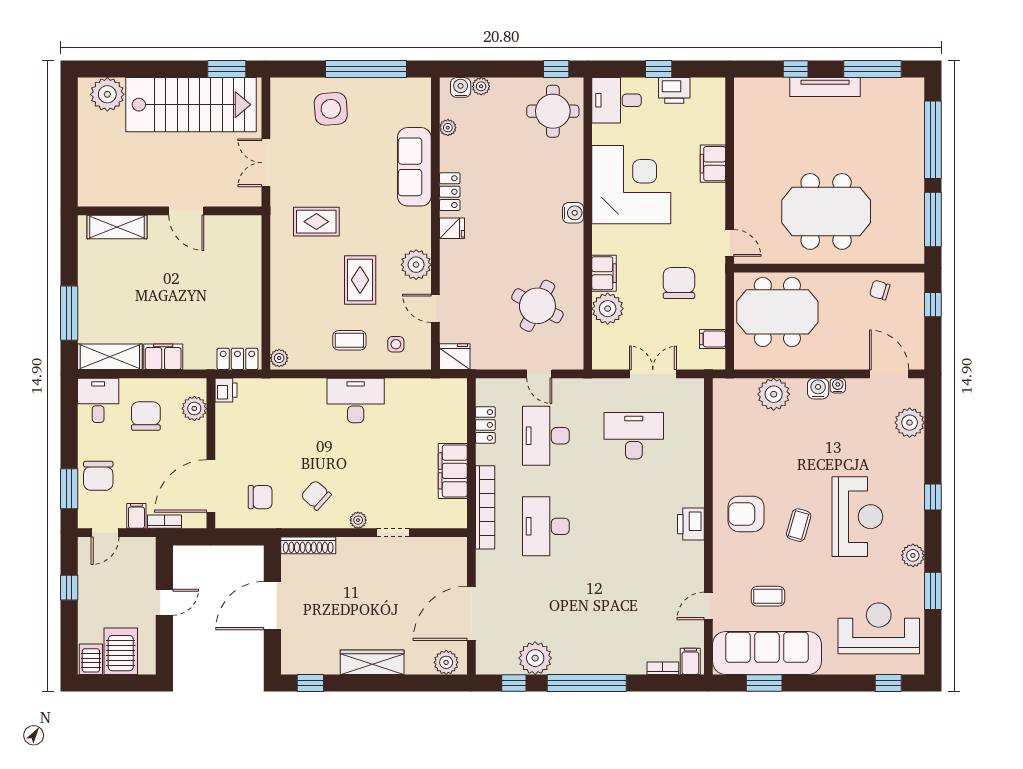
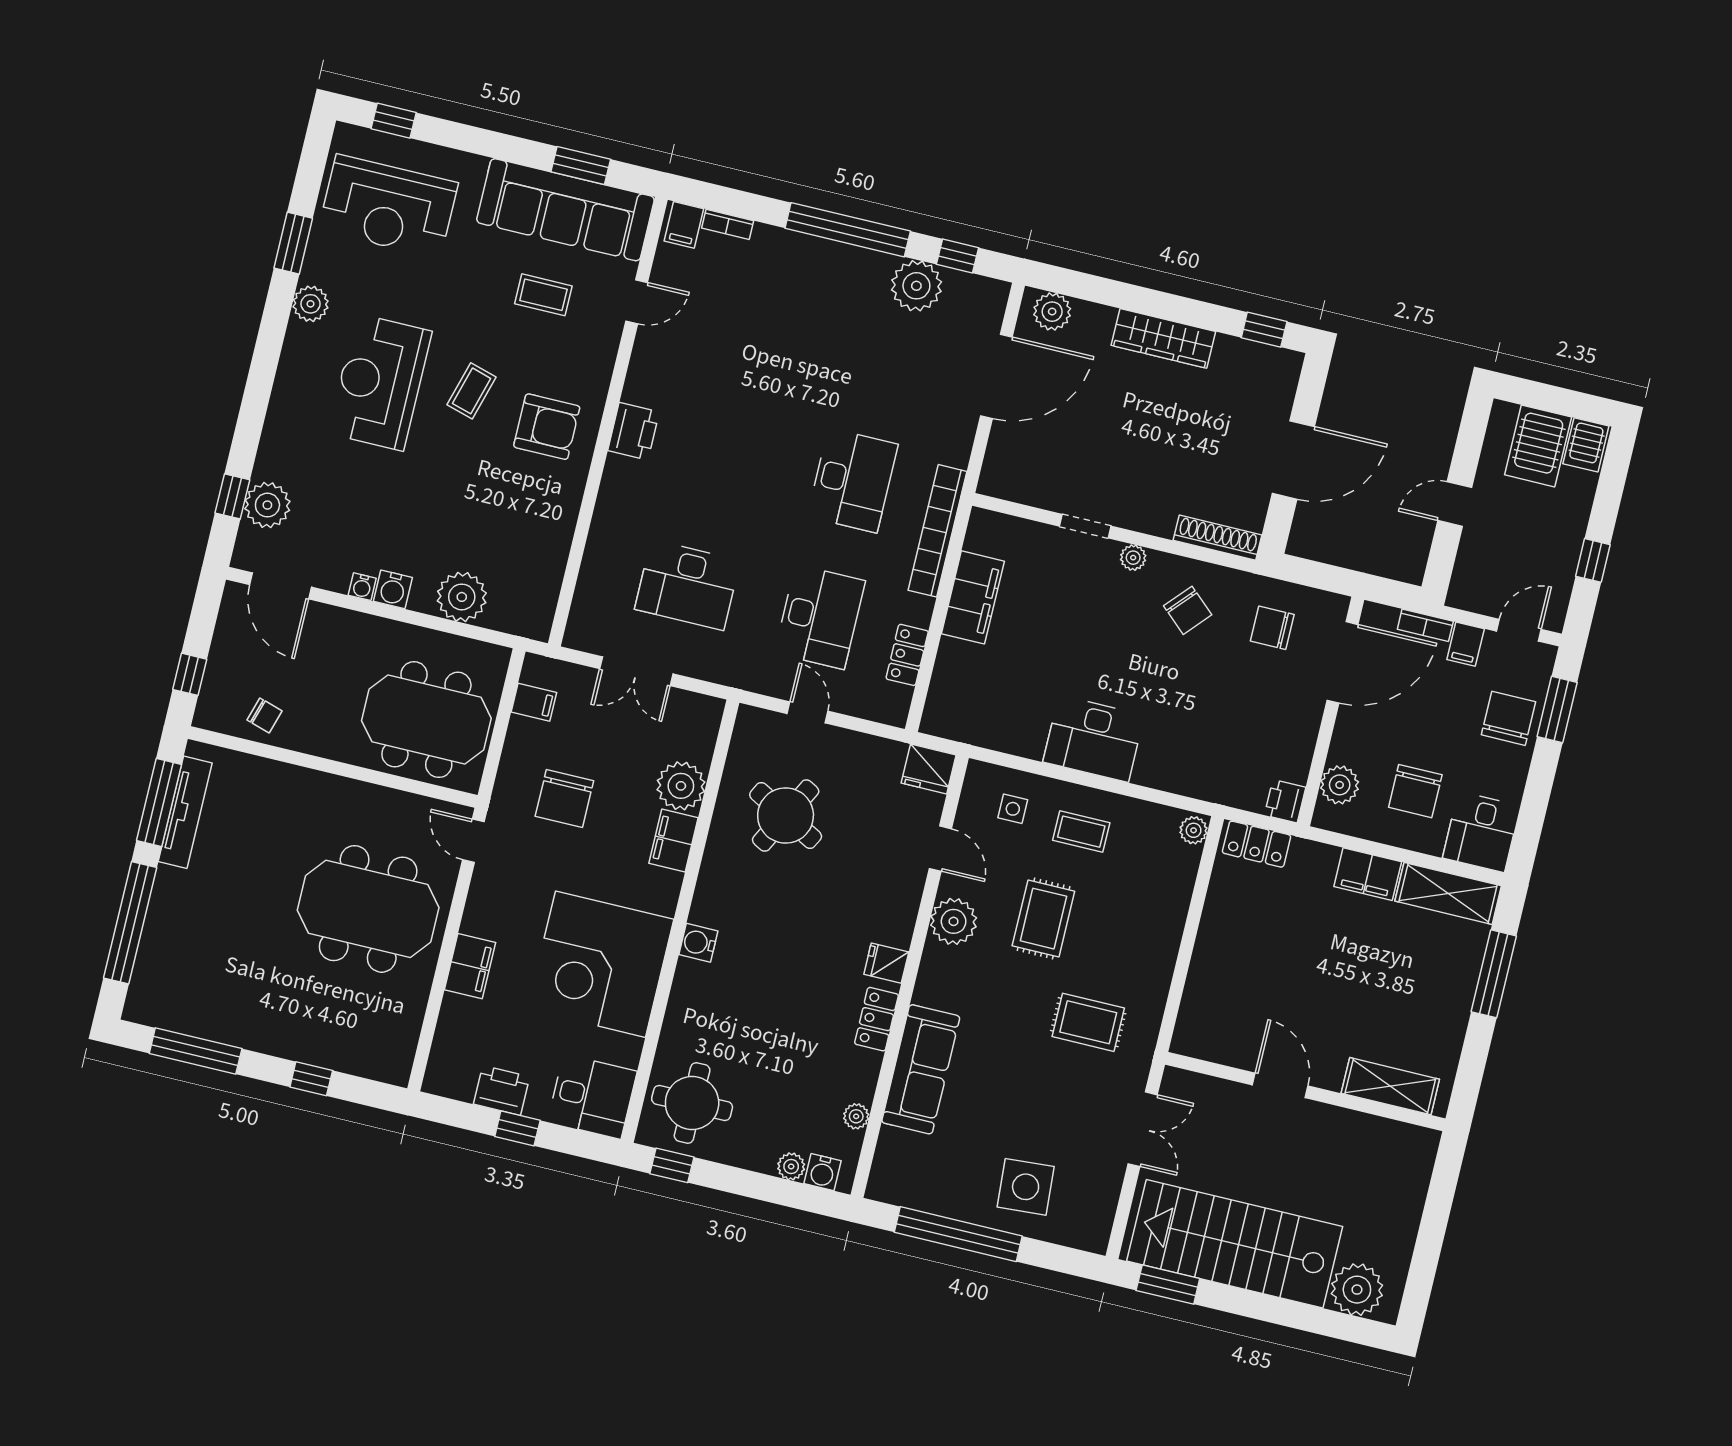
tv unit: (825, 87) -> (185, 812), moved, turned 90
meeting table: (826, 211) -> (368, 909), moved
window: (933, 497) -> (232, 496), moved

